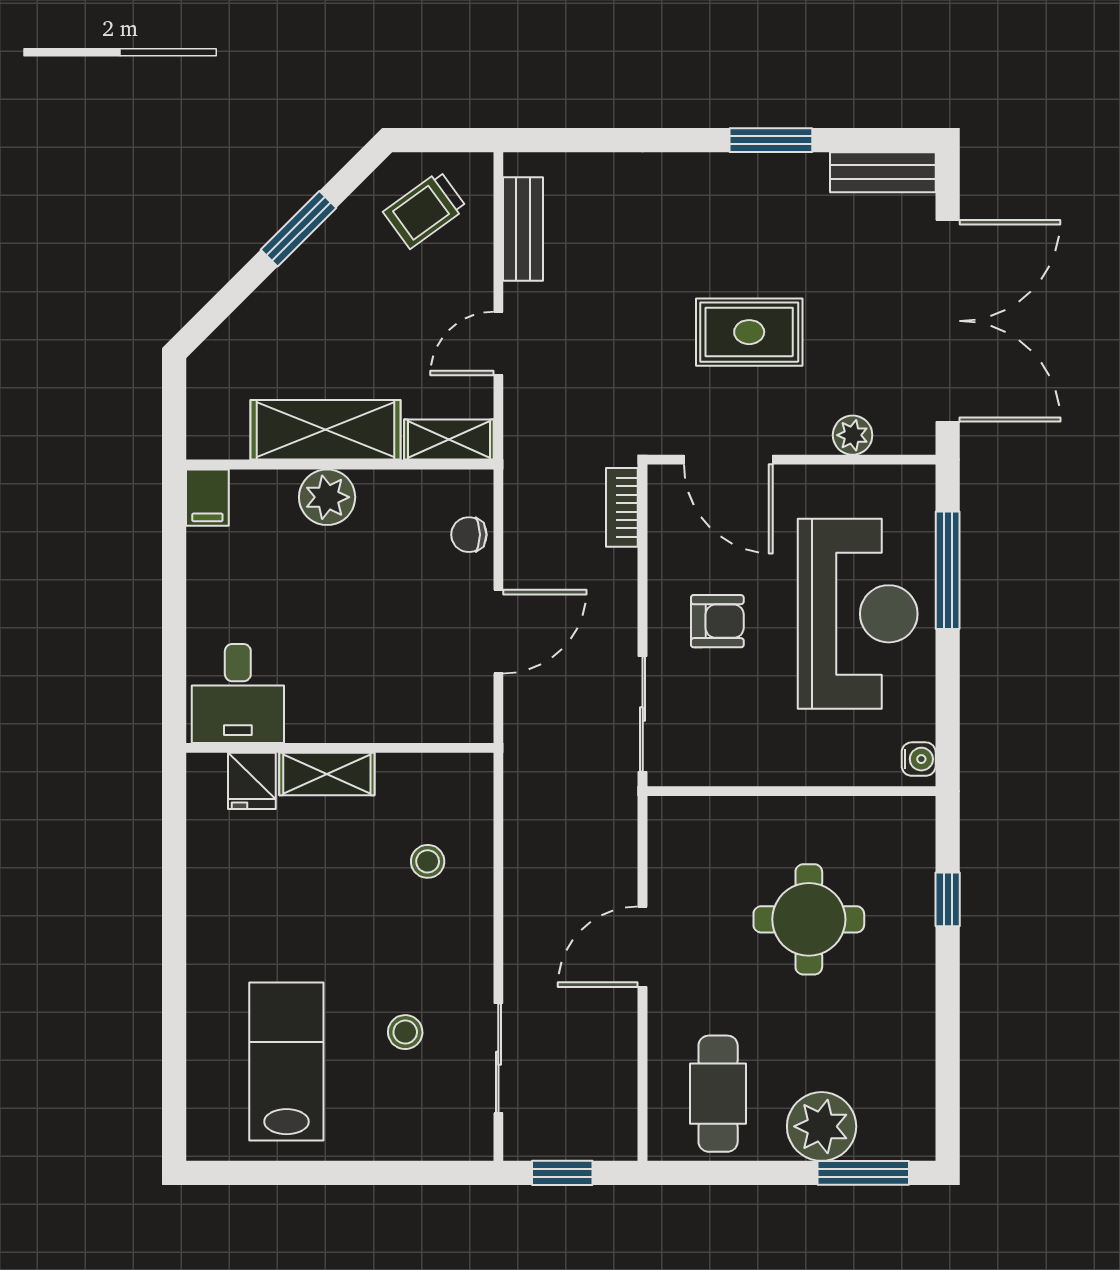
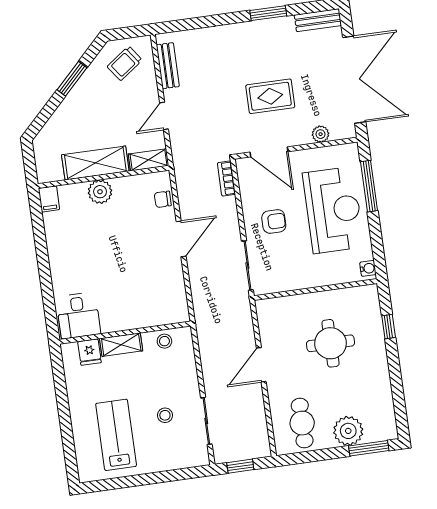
desk: (238, 693) -> (78, 316), moved
wall: (340, 748) -> (125, 333), moved
shelving: (327, 774) -> (121, 345), moved
fridge: (252, 781) -> (90, 352), moved

